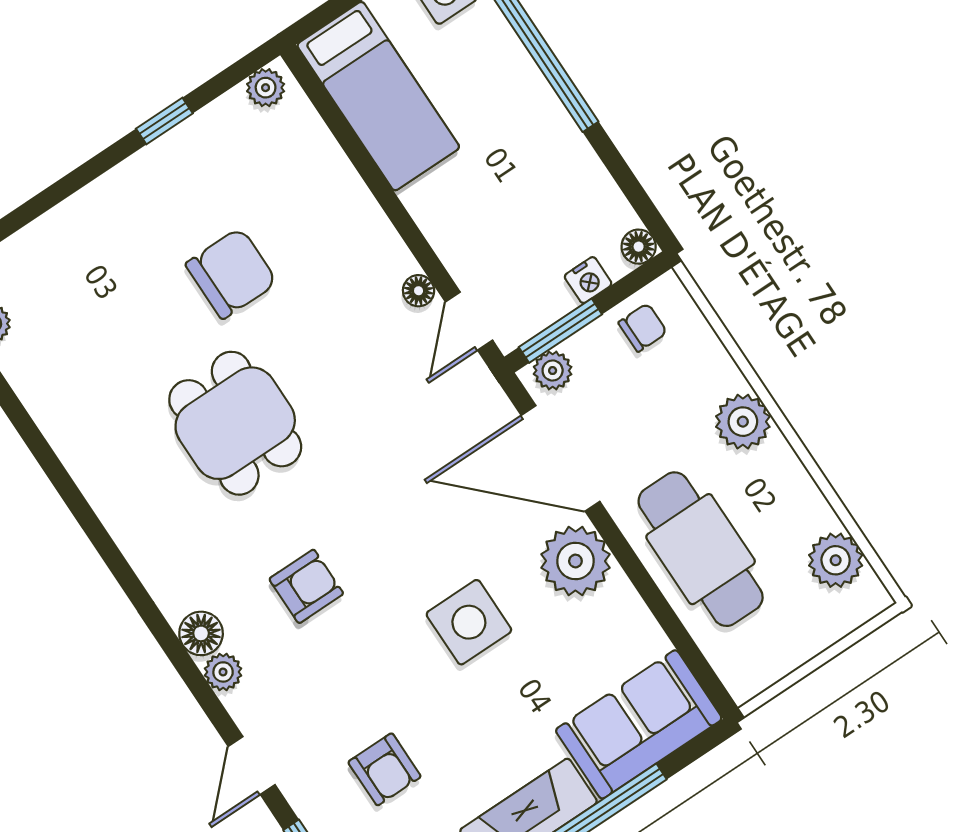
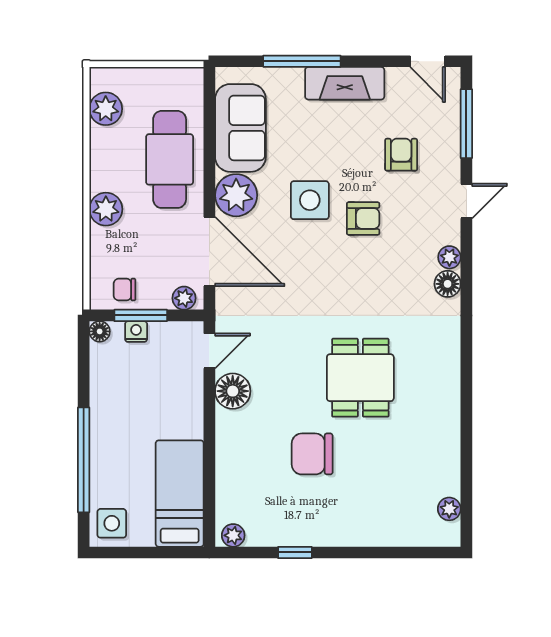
floor lamp: (419, 291) -> (233, 391), width x1.89, depth x1.89
window: (560, 331) -> (141, 315), moved
armchair: (306, 586) -> (363, 218), moved, turned 180
sofa: (639, 724) -> (240, 128), moved, turned -90

